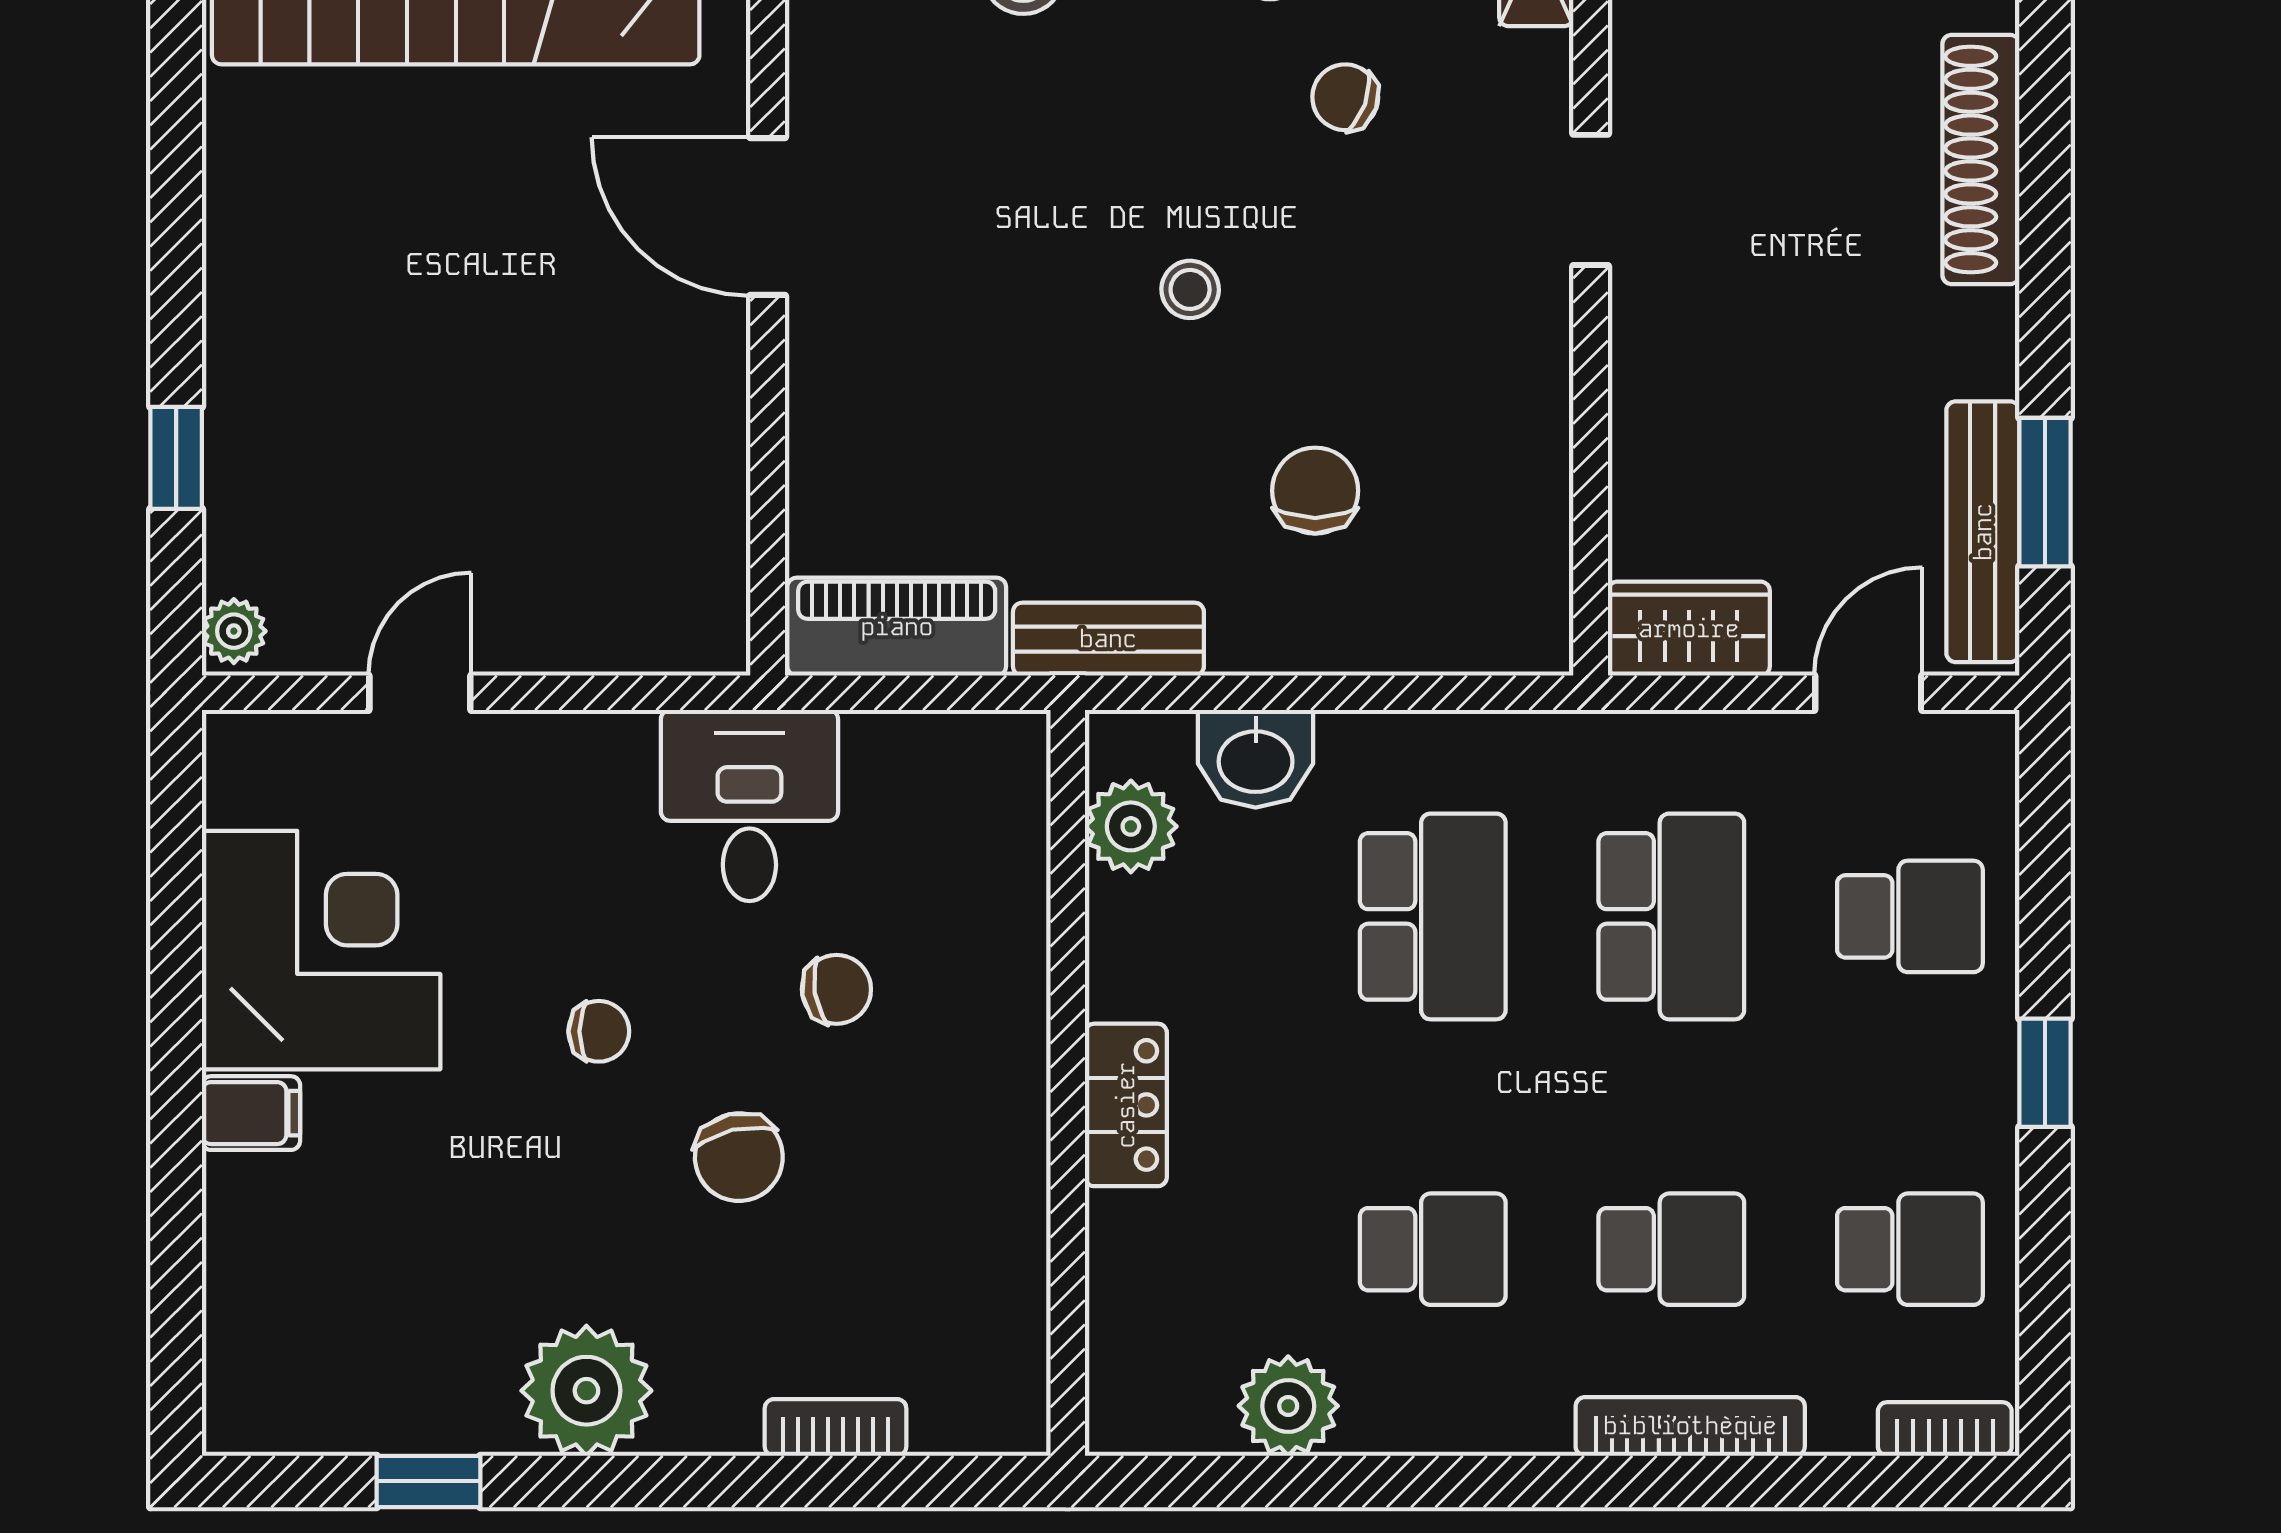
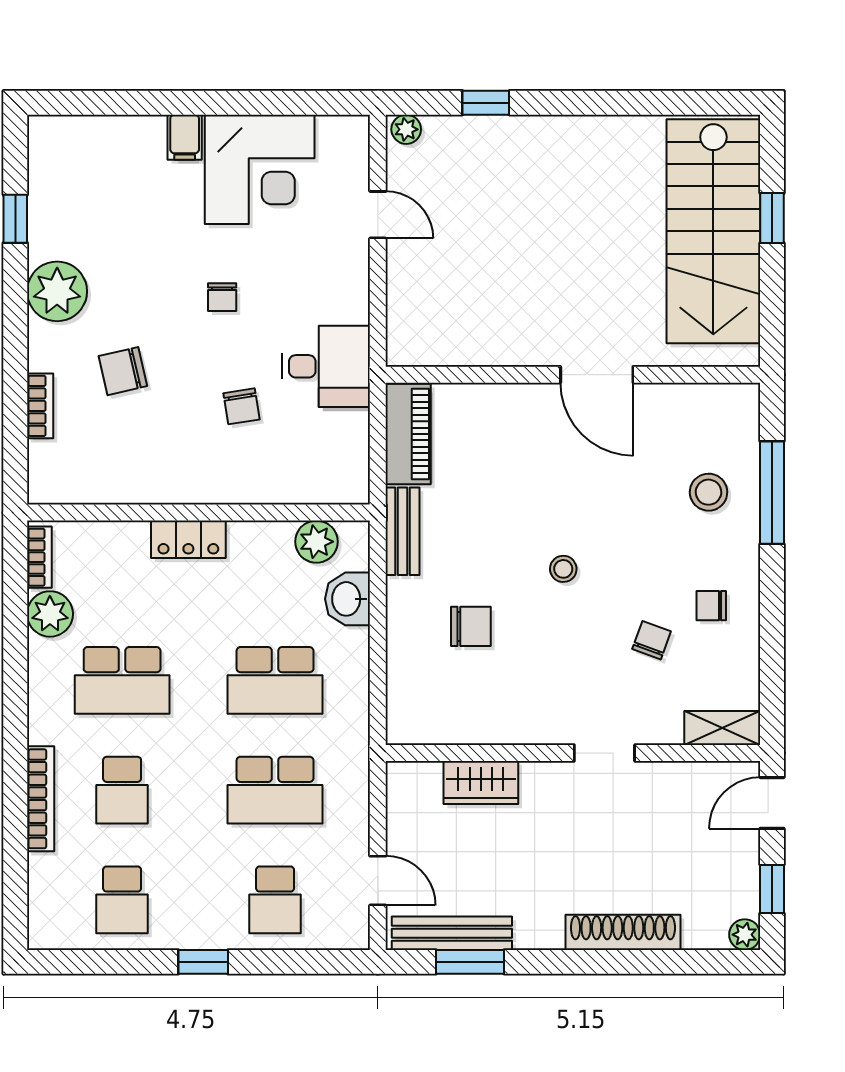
door: (768, 216) -> (597, 375), swing flipped
wardrobe: (1689, 629) -> (481, 782), moved, turned 90
chair: (739, 1157) -> (123, 371), moved
school desk: (1433, 1249) -> (122, 680), width x1.85
bookcase: (1945, 1429) -> (39, 557), moved

